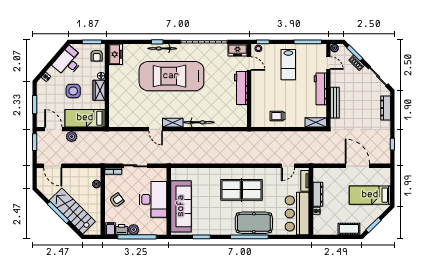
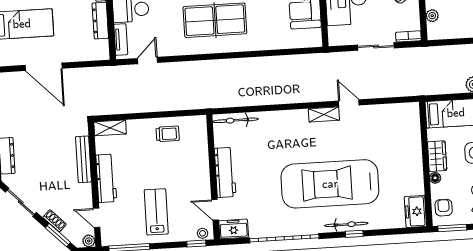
car: (171, 76) -> (330, 184), turned 180
bicycle: (199, 122) -> (236, 120), moved

